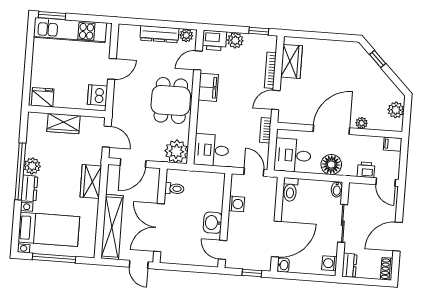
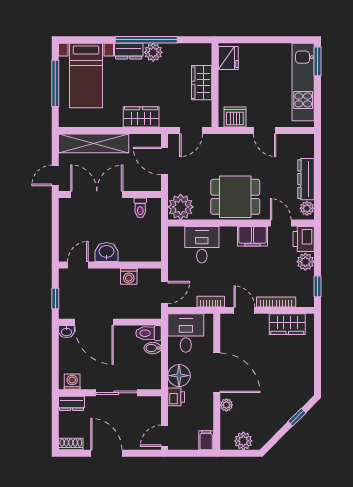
desk: (211, 150) -> (202, 245), moved
printer: (366, 170) -> (176, 397), moved
bidet: (337, 189) -> (153, 348), moved

